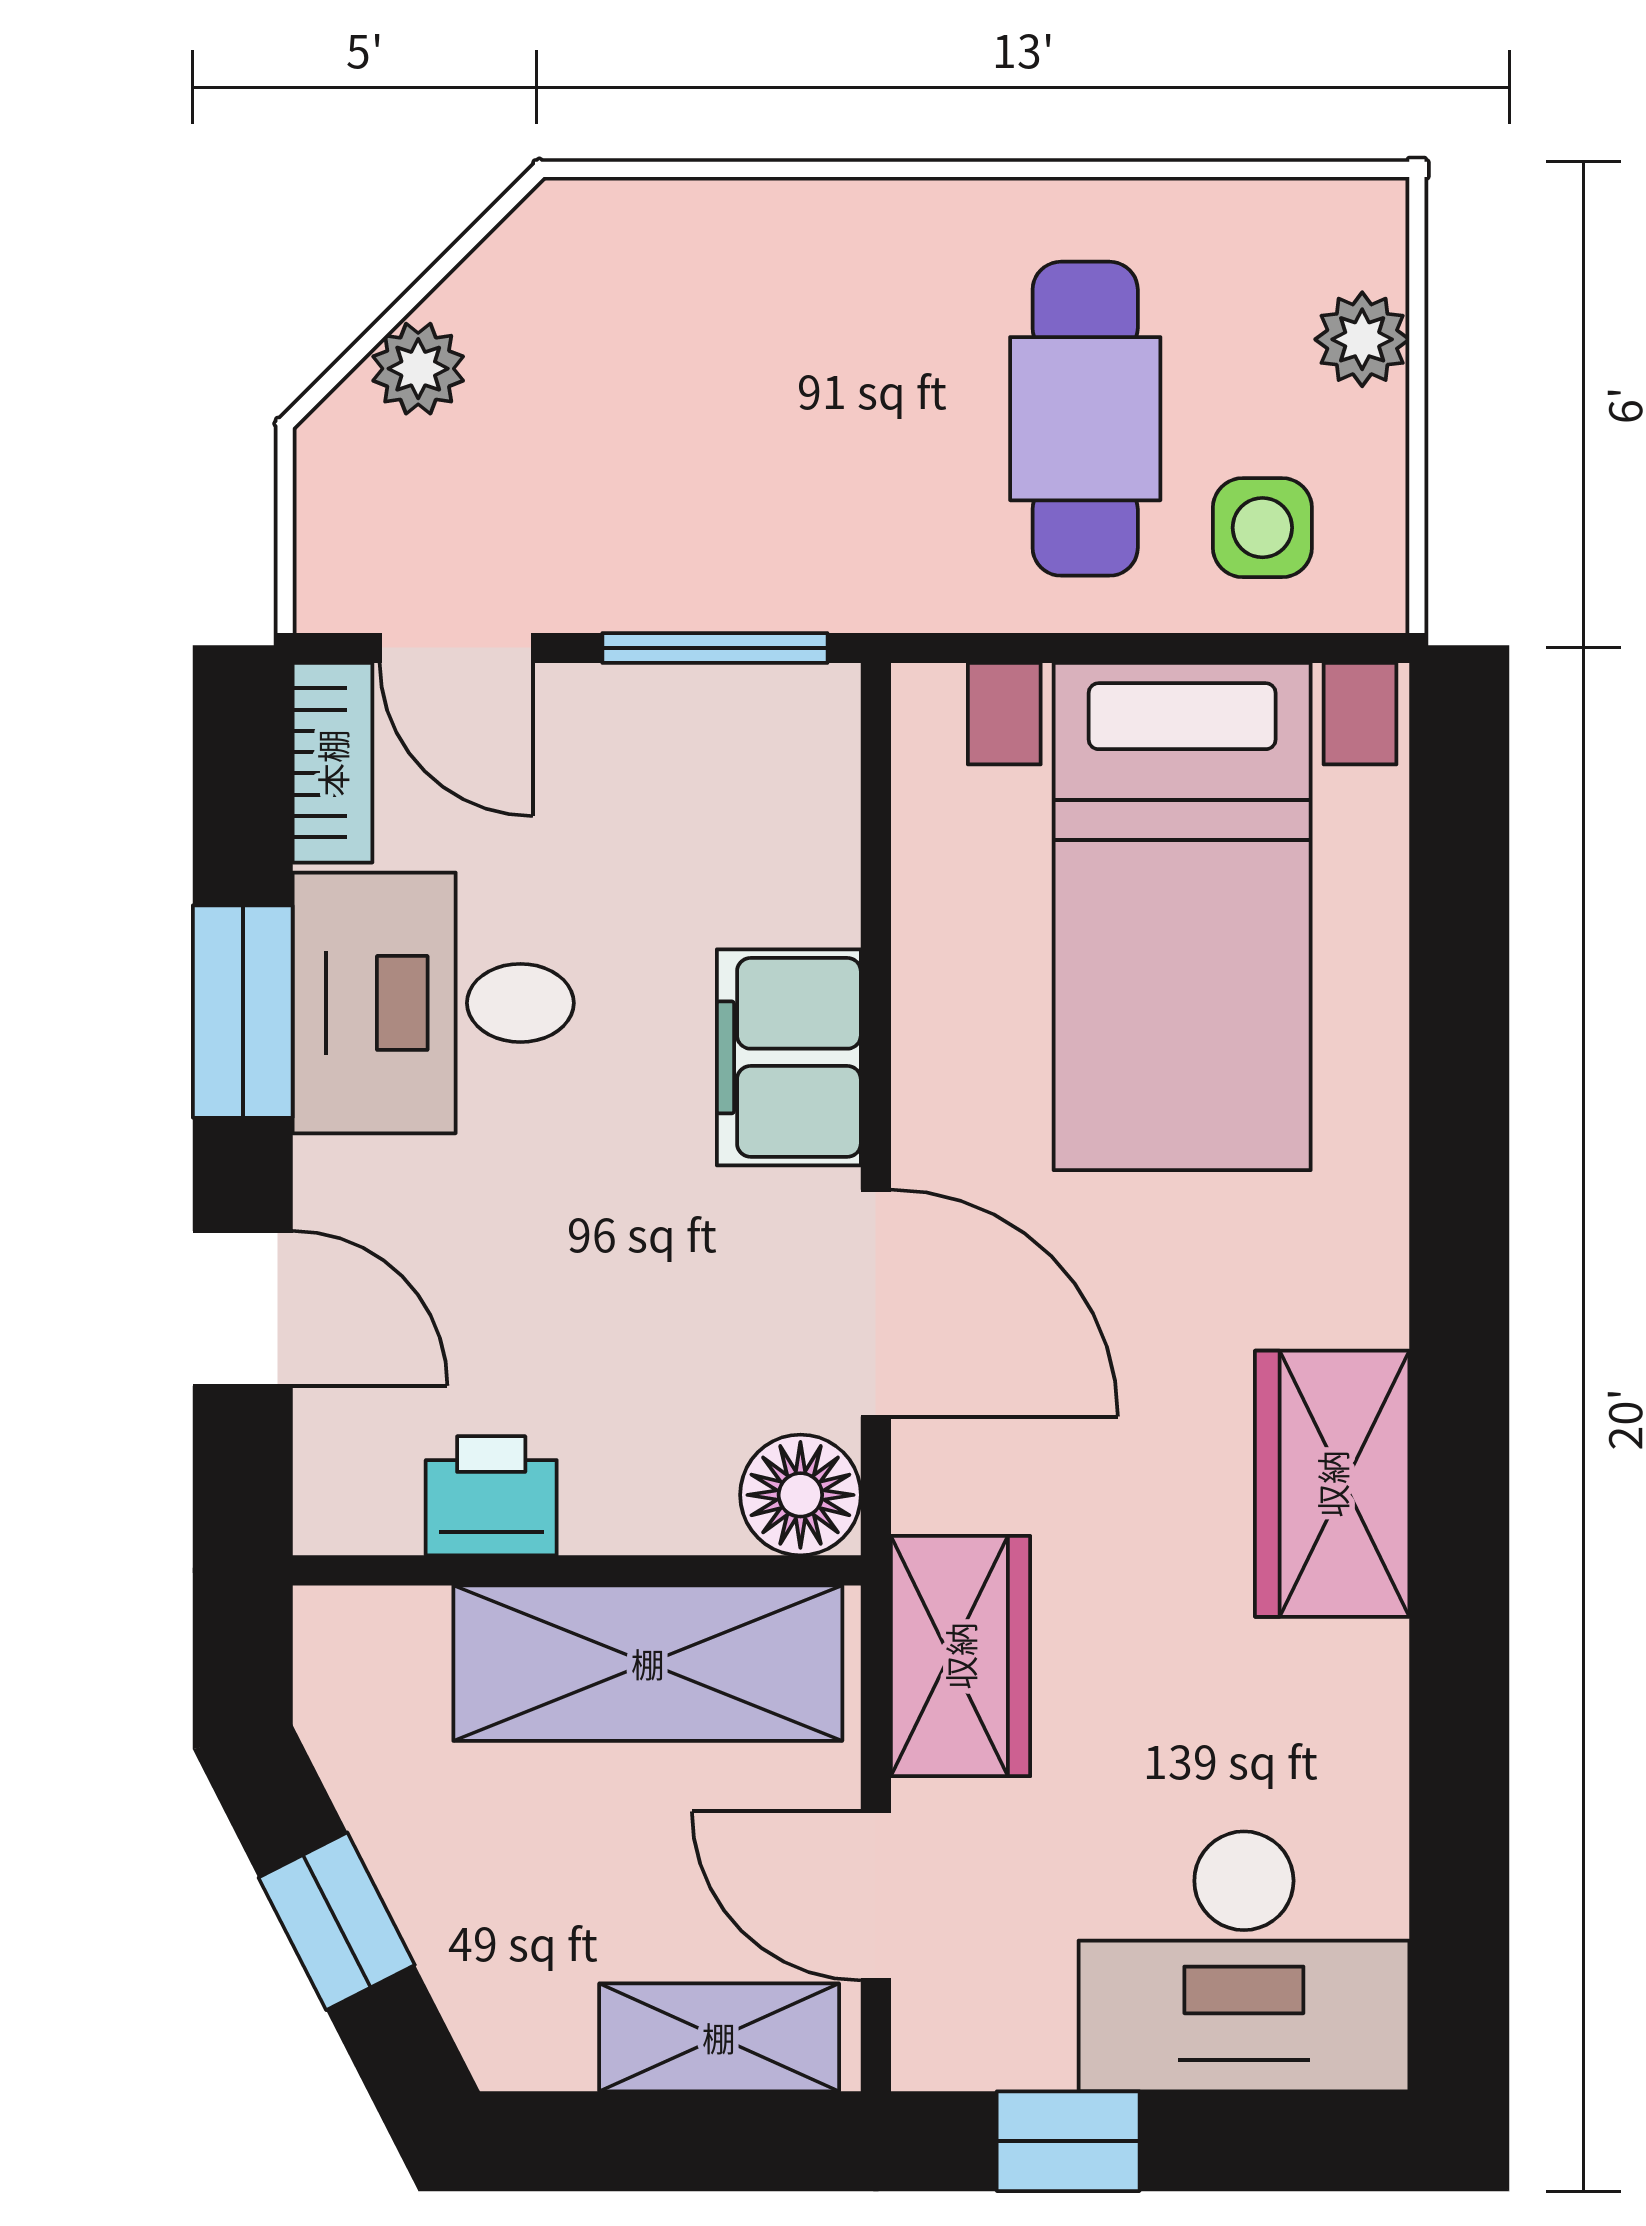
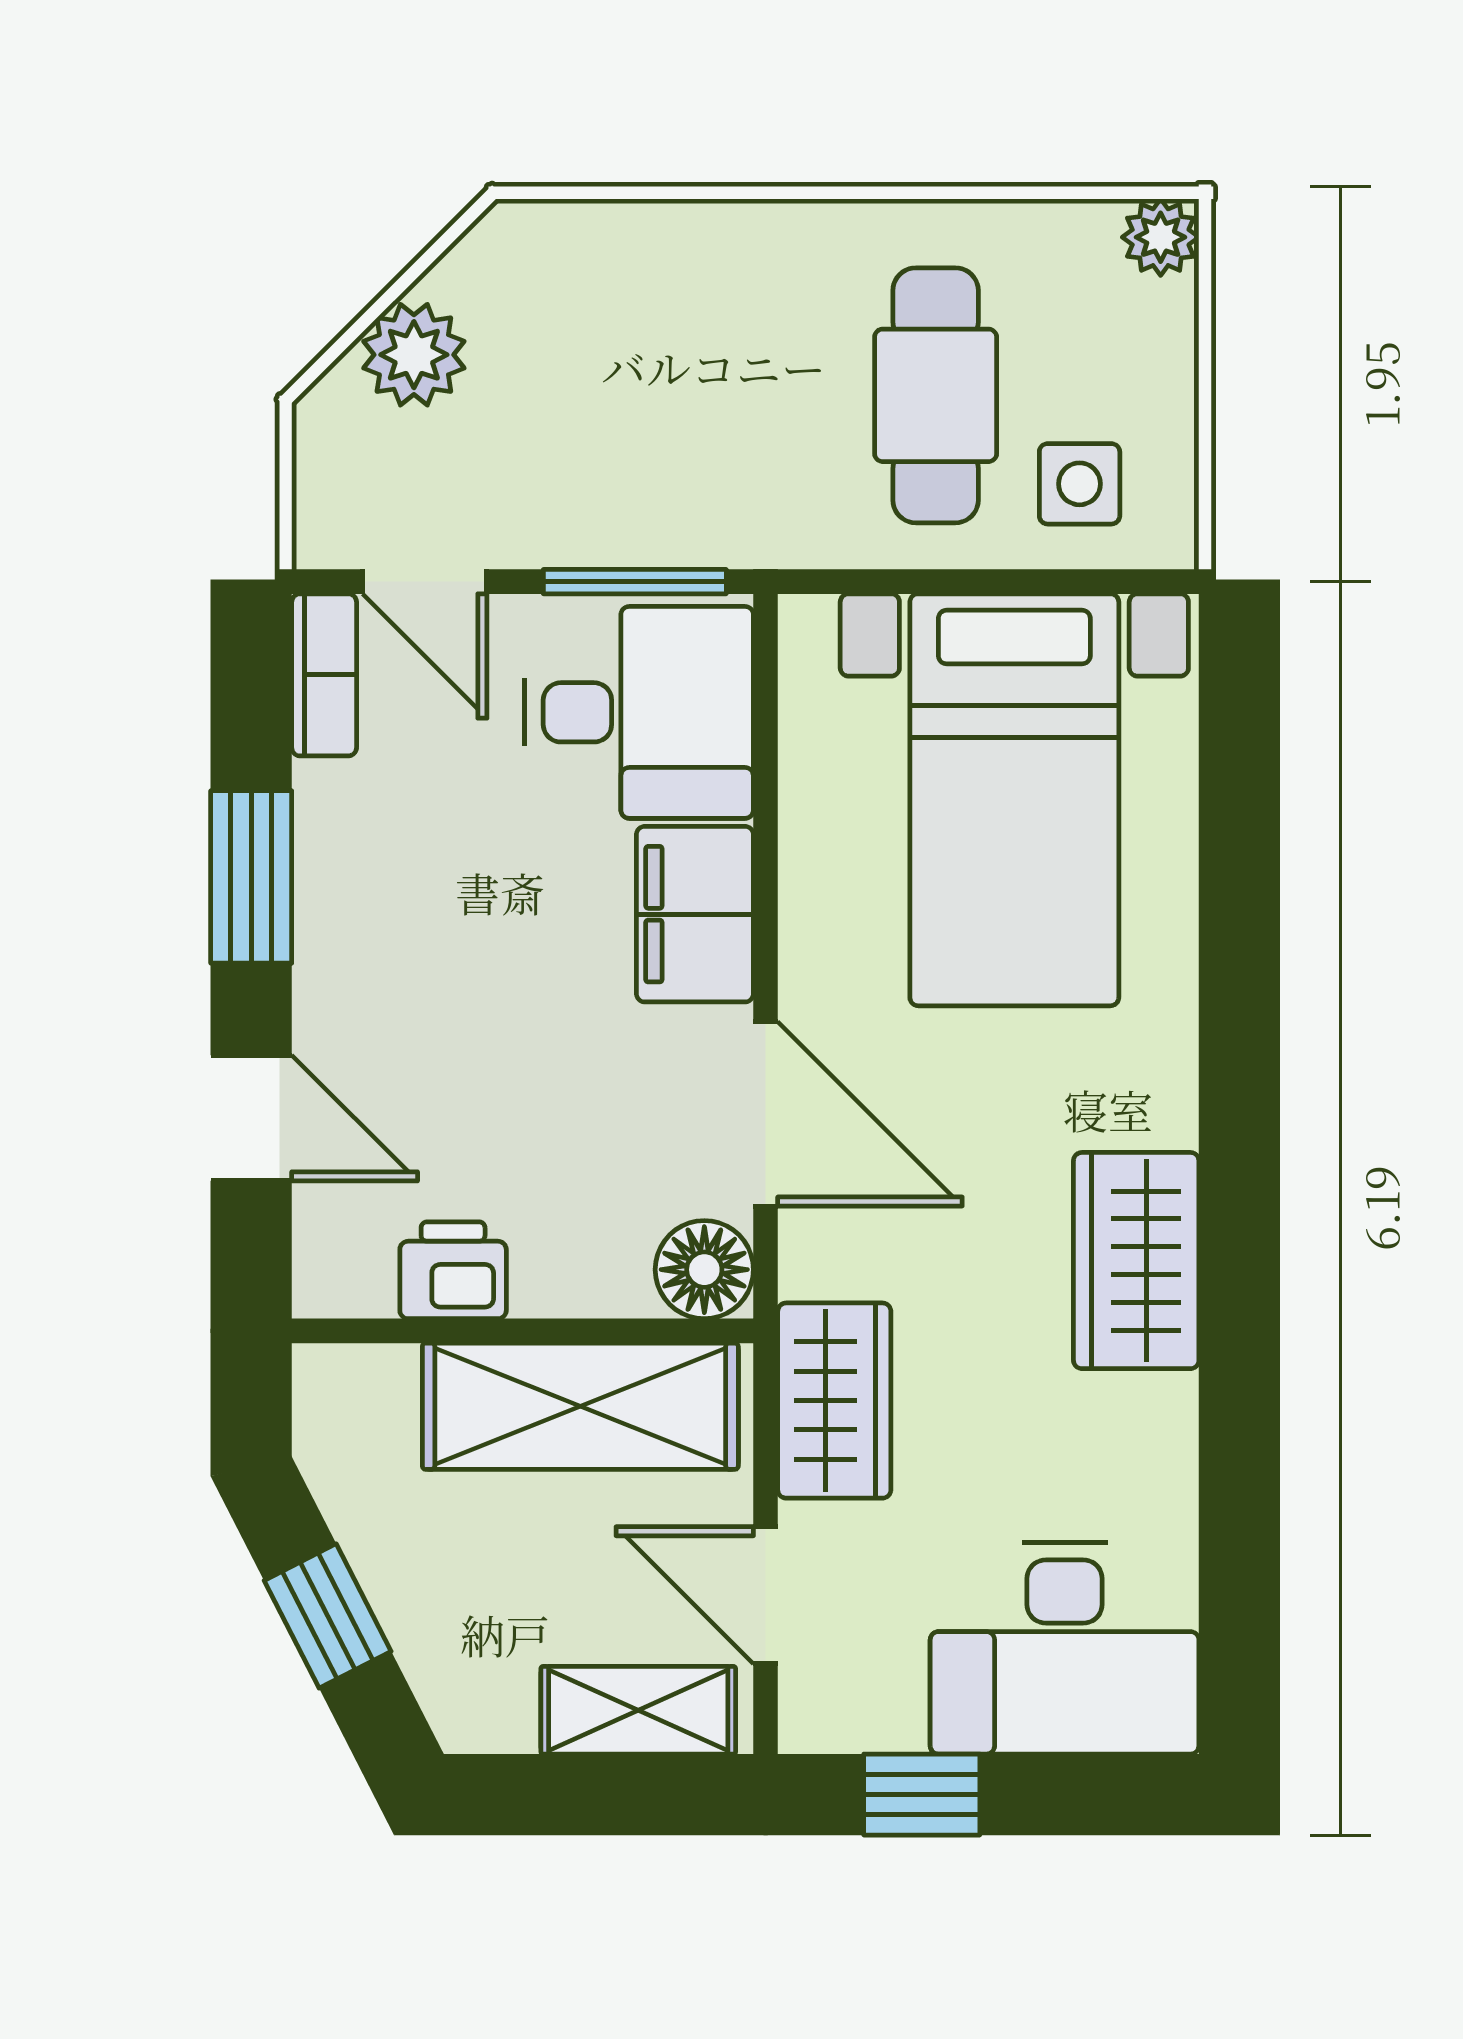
plant: (1362, 339) -> (1161, 237), moved
plant: (418, 369) -> (414, 355), width x1.38, depth x1.38
desk: (433, 1003) -> (639, 712), moved, turned 180

